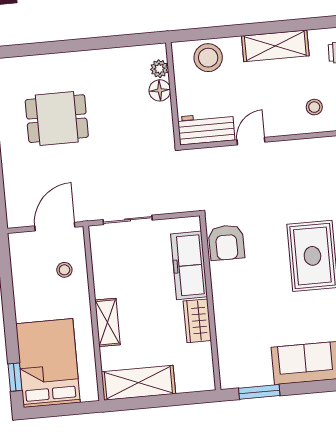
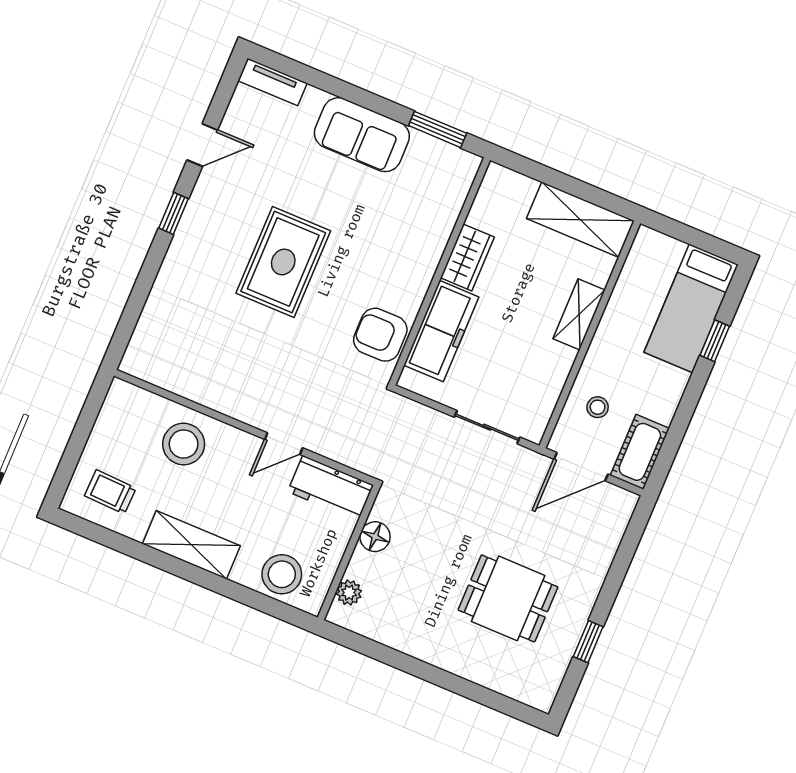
floor lamp: (160, 90) -> (375, 537), moved
stool: (314, 107) -> (184, 444), width x1.89, depth x1.89
armchair: (226, 243) -> (380, 335), turned -90
cot: (23, 256) -> (640, 452), added
bed: (48, 363) -> (691, 308), width x0.67
window: (15, 377) -> (715, 341), moved

